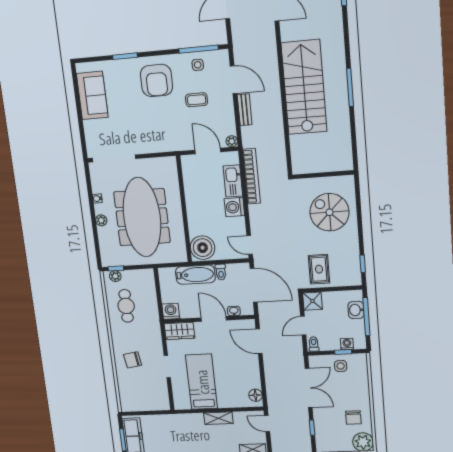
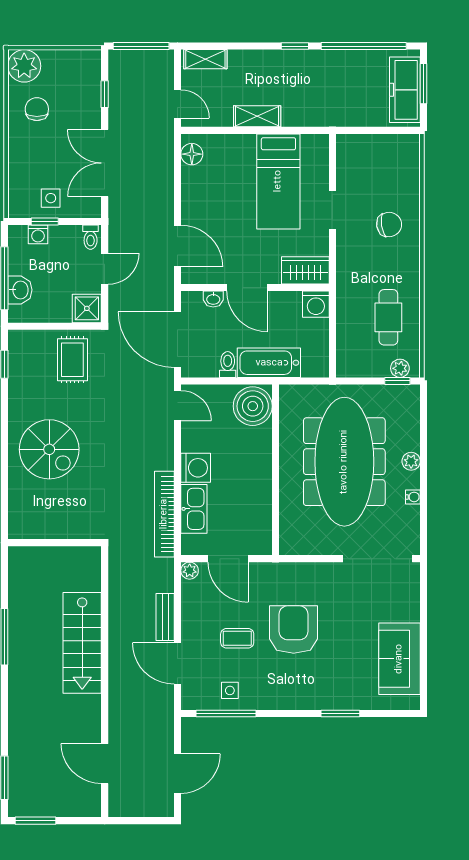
armchair: (157, 80) -> (294, 629), moved
stairs: (304, 87) -> (82, 643), width x0.73, depth x0.66
wall: (323, 175) -> (55, 543), moved

